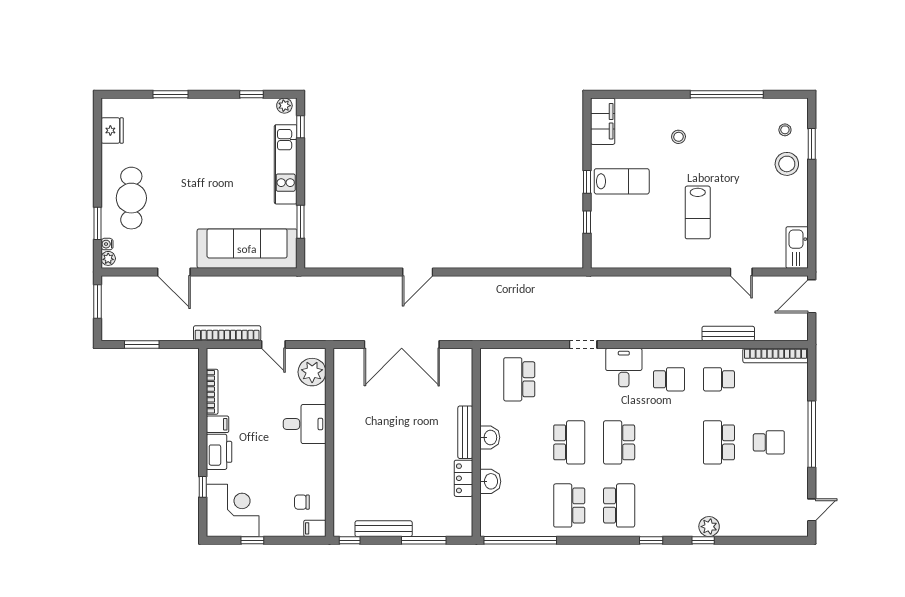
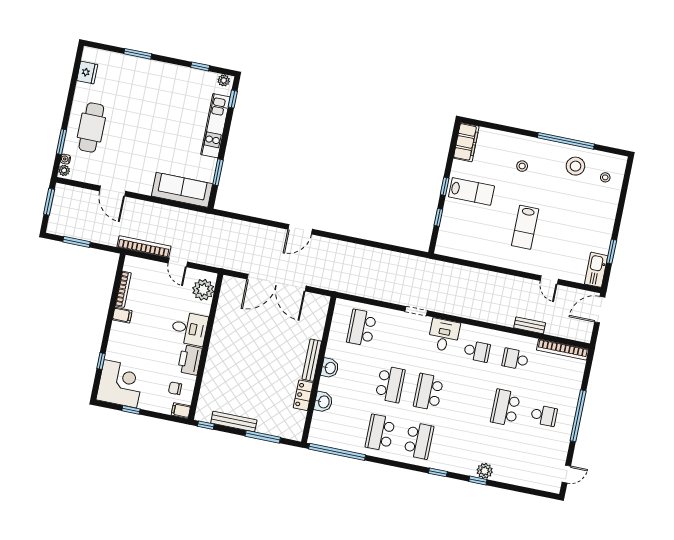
window: (812, 144) -> (612, 251), moved
stool: (787, 164) -> (575, 166), moved
sofa: (247, 249) -> (182, 190), width x0.74, depth x0.79
bench: (728, 334) -> (530, 325), width x0.73
printer: (219, 452) -> (190, 360), moved, turned 180

